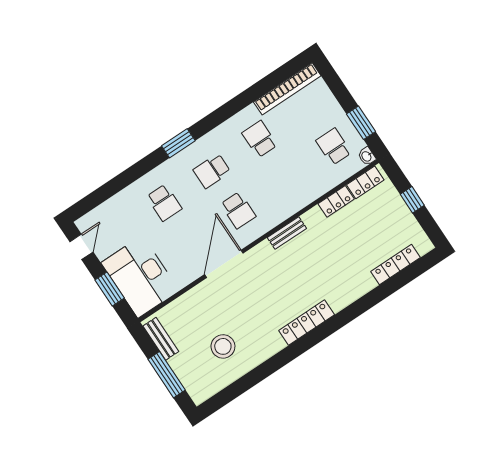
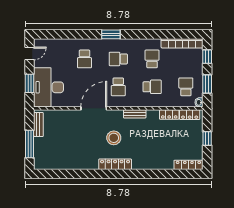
window: (335, 84) -> (207, 57), added
school desk: (286, 178) -> (152, 87), added
locker: (396, 264) -> (188, 165), moved
stool: (223, 346) -> (114, 138), moved

